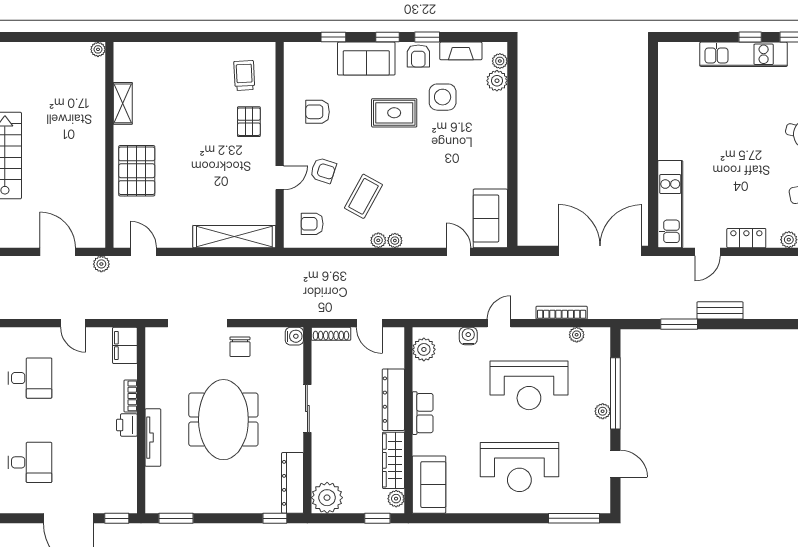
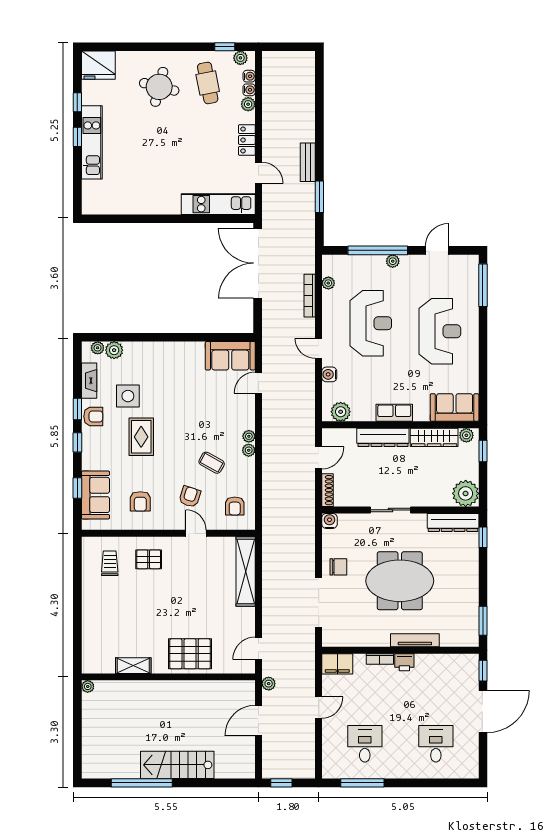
sofa: (366, 59) -> (95, 495), moved
trolley: (244, 75) -> (110, 563), turned 93
coffee table: (363, 196) -> (212, 463), width x0.73, depth x0.77

